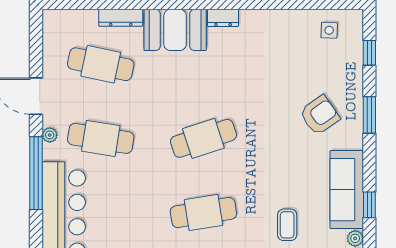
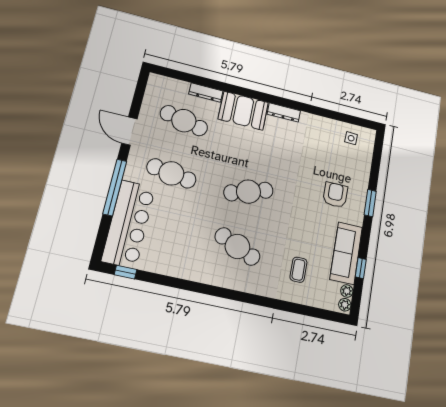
dresser: (223, 18) -> (284, 112), width x1.44
window: (369, 53) -> (376, 160), removed
armchair: (320, 115) -> (335, 195), turned -55
plant: (50, 135) -> (133, 162), removed
cafe table: (203, 213) -> (237, 246), turned 33

